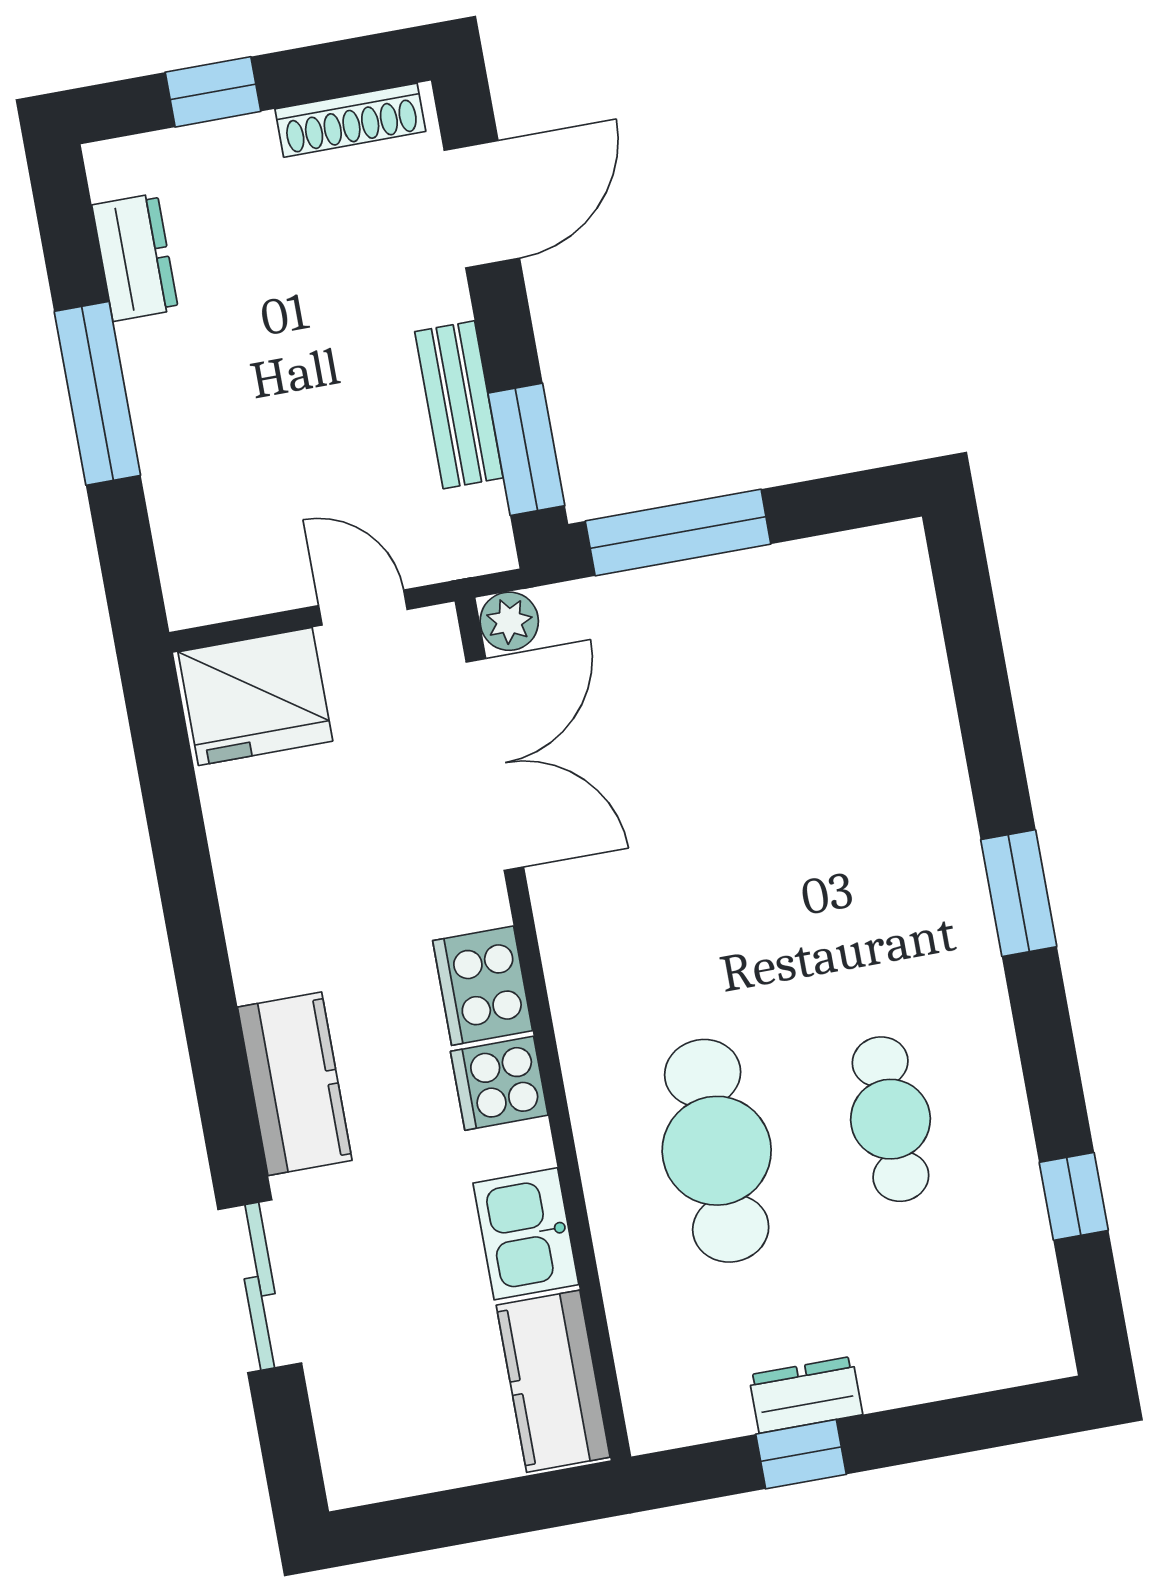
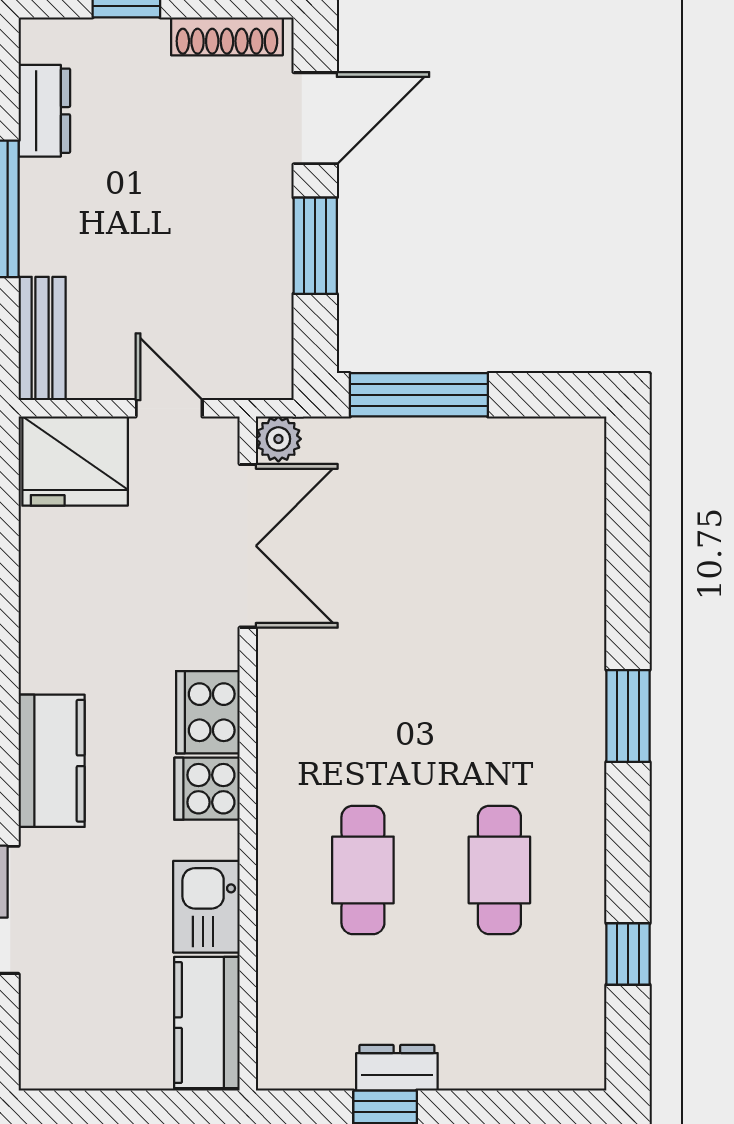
bench: (459, 405) -> (42, 339), moved
window: (526, 449) -> (315, 246), moved
cafe table: (717, 1151) -> (363, 870), width x0.73, depth x0.74

